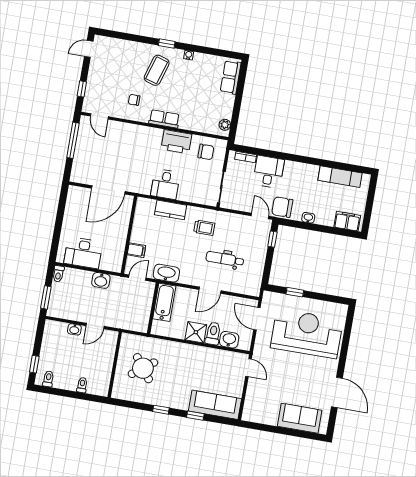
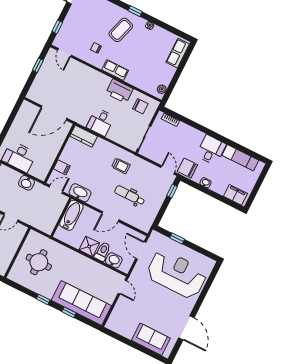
window: (73, 140) -> (38, 65), width x0.46
desk: (269, 172) -> (211, 150), moved
kitchen counter: (171, 210) -> (84, 136), moved
round table: (143, 368) -> (39, 262), turned 37
sofa: (215, 405) -> (81, 303), width x1.36, depth x1.27

